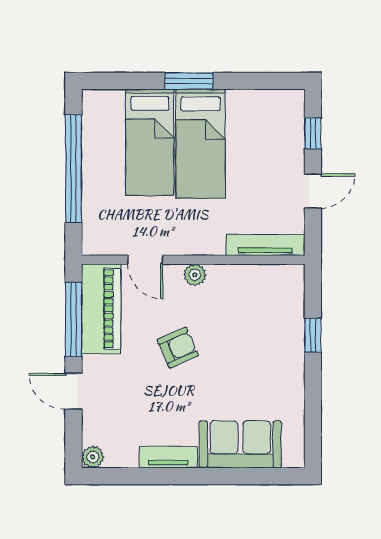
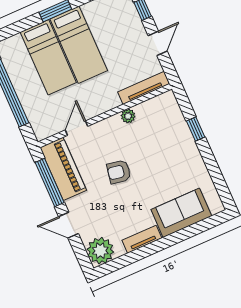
door: (145, 260) -> (76, 128), swing flipped
plant: (195, 275) -> (128, 116), moved
armchair: (178, 348) -> (119, 172), turned -146
plant: (93, 457) -> (100, 251), width x1.87, depth x1.87

